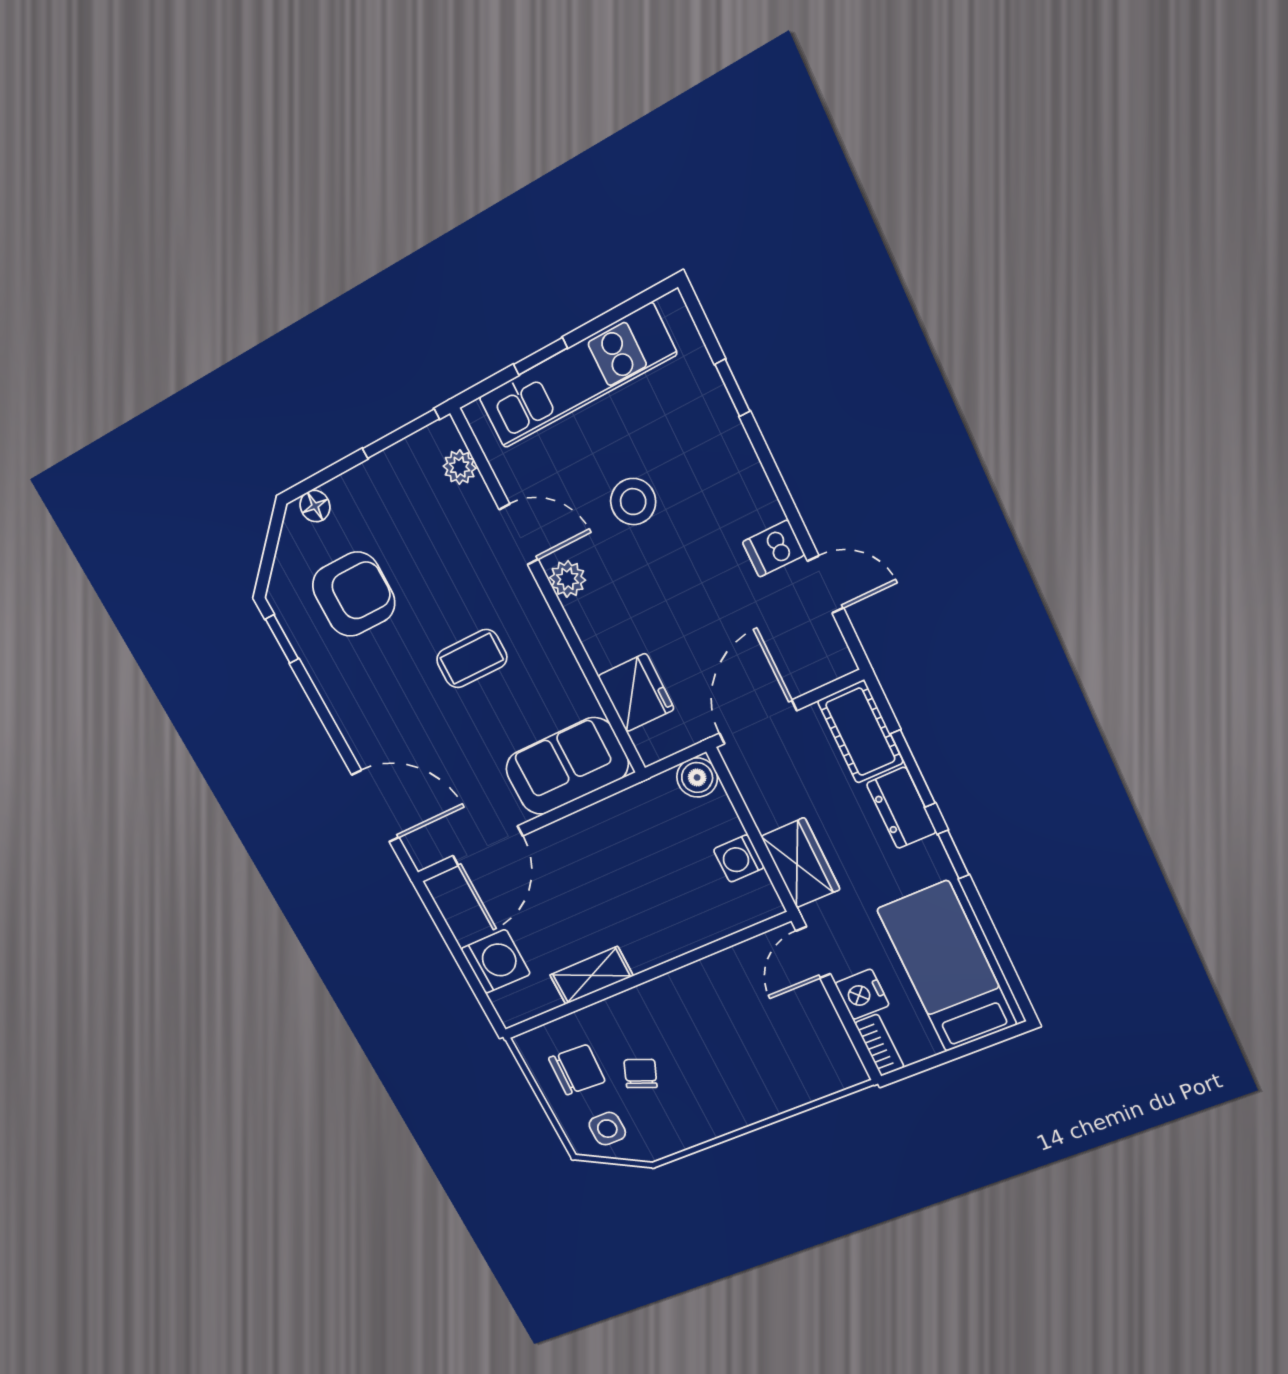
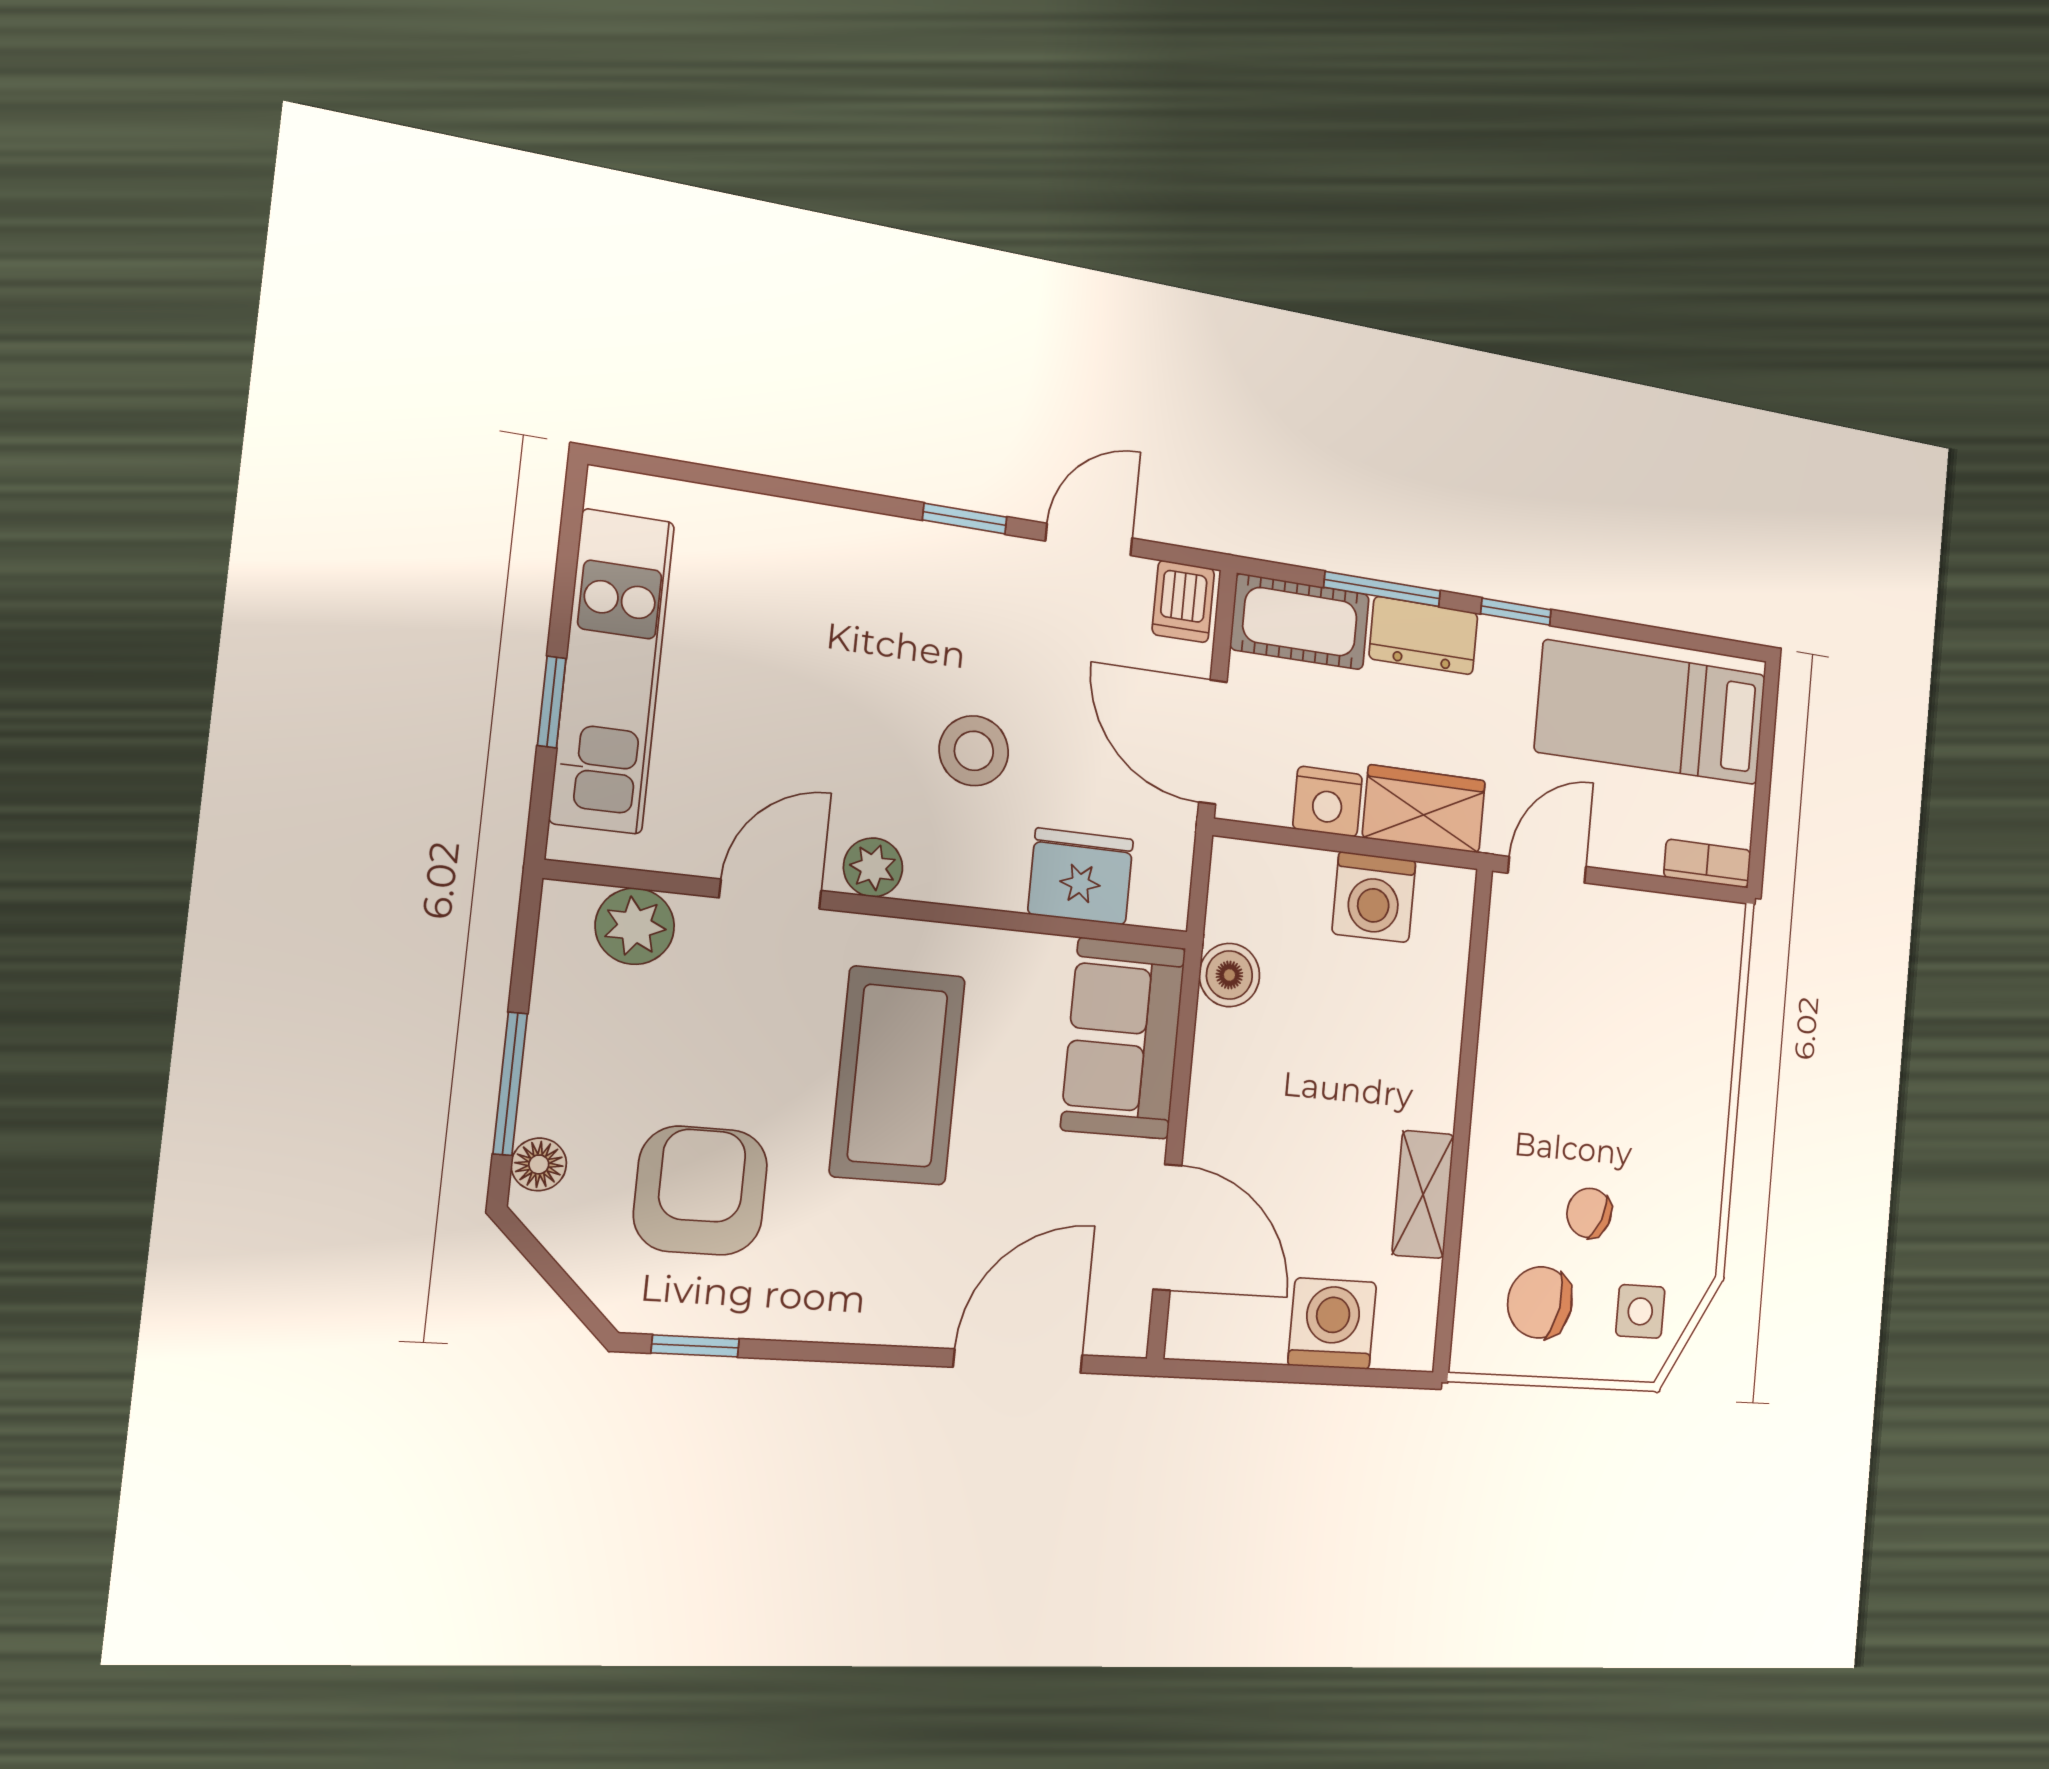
window: (732, 388) -> (965, 519), moved
window: (401, 434) -> (510, 1084), moved
plant: (460, 467) -> (635, 926), width x1.38, depth x1.38
stool: (633, 502) -> (974, 751), moved
dishwasher: (774, 548) -> (1183, 601), moved
coffee table: (472, 659) -> (898, 1076), width x1.86, depth x1.72
boiler: (697, 777) -> (1229, 975), moved
washing machine: (739, 858) -> (1374, 897), width x1.38, depth x1.38
door: (813, 952) -> (1547, 870), swing flipped
nightstand: (862, 994) -> (1328, 802), moved
chair: (577, 1070) -> (1540, 1302), turned -83

